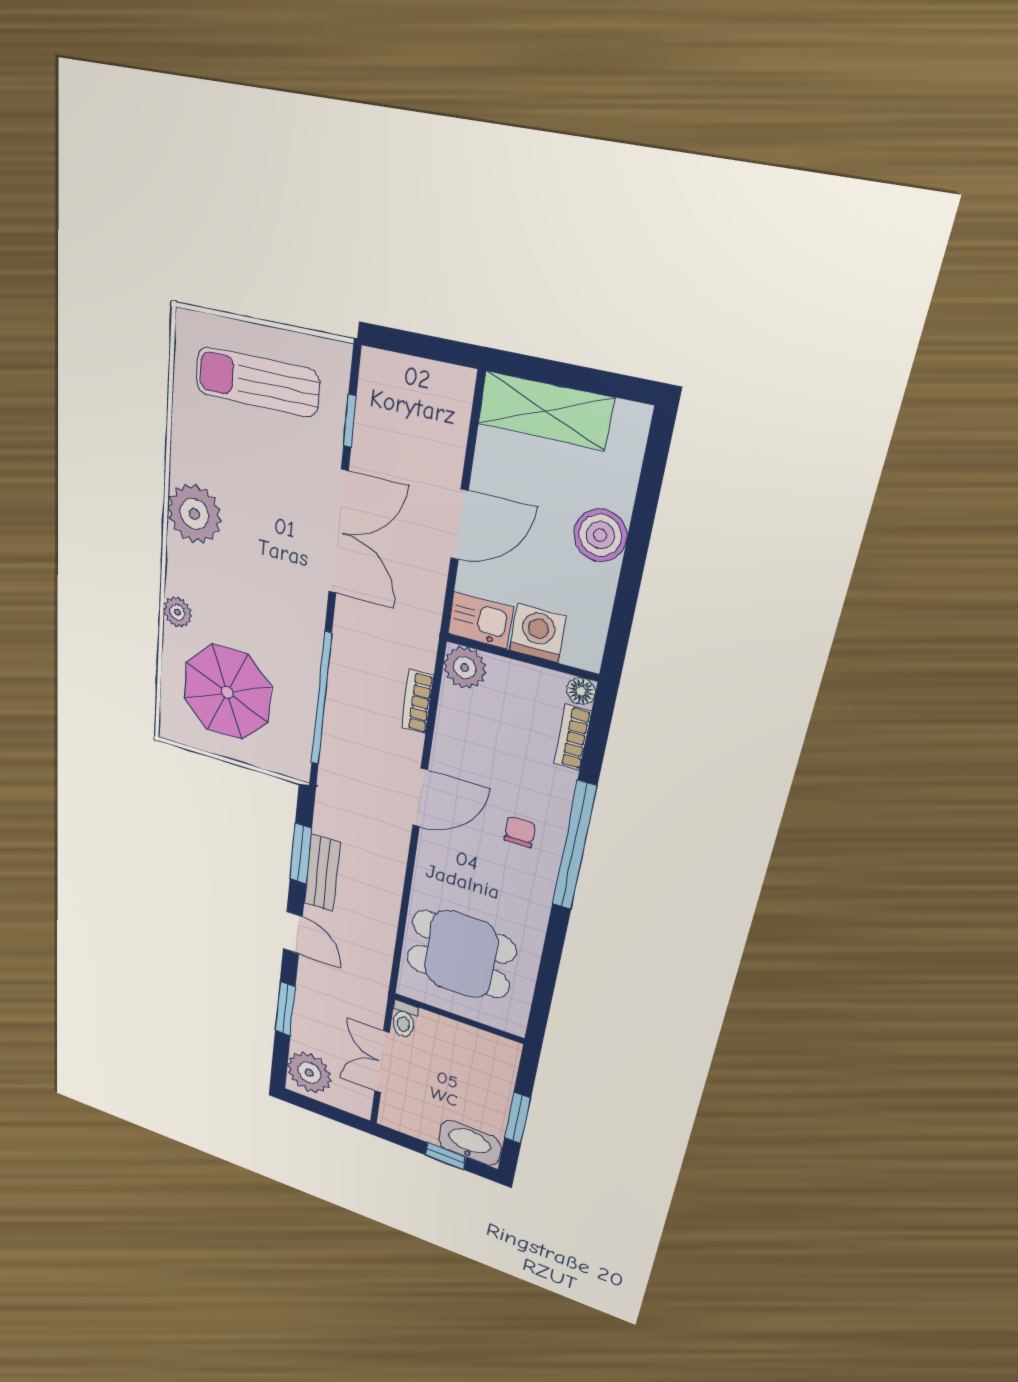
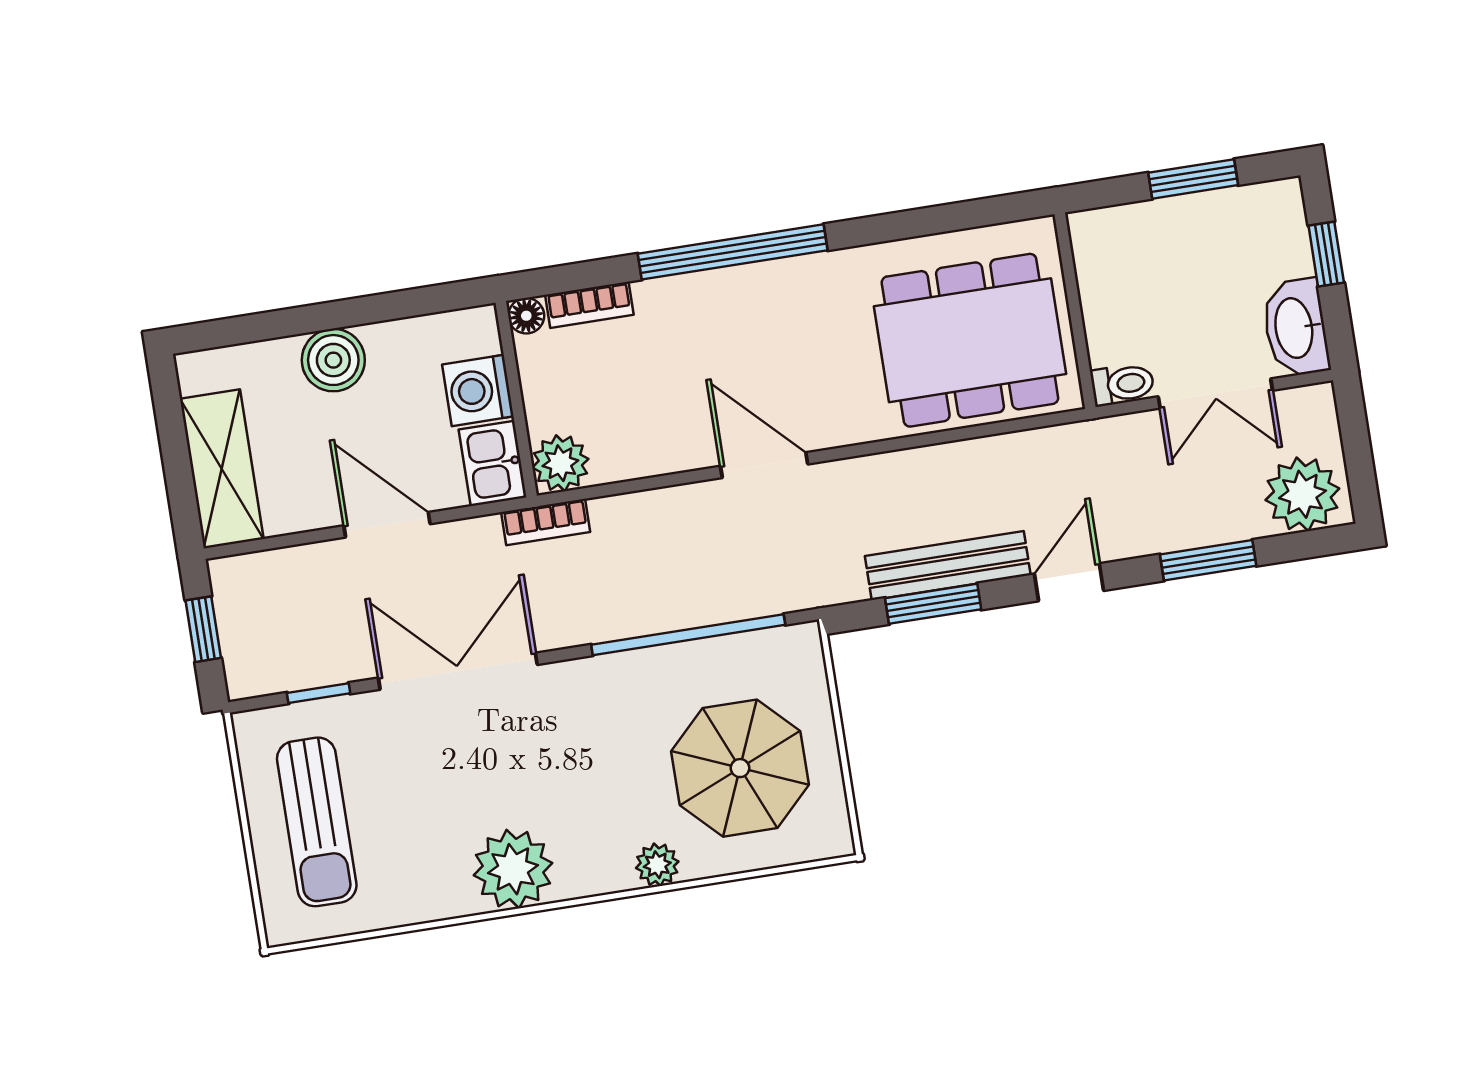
window: (423, 346) -> (203, 629), added
bookcase: (417, 702) -> (546, 522), moved
chair: (520, 832) -> (748, 324), removed
bench: (322, 873) -> (948, 566), width x1.36
dining table: (461, 954) -> (970, 340), width x1.37
washbasin: (469, 1143) -> (1296, 328), moved

